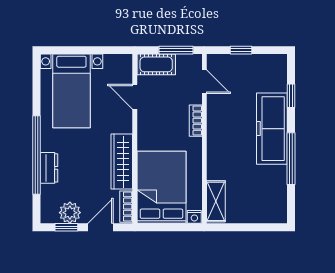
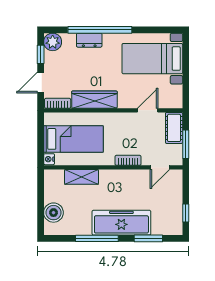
window: (241, 50) -> (186, 213), moved
window: (291, 96) -> (148, 238), width x1.50
bed: (161, 187) -> (73, 139), width x0.67
shelving: (216, 201) -> (81, 177), moved
boiler: (260, 212) -> (53, 213), added
plant: (70, 213) -> (53, 42), moved
door: (101, 227) -> (41, 82), swing flipped

